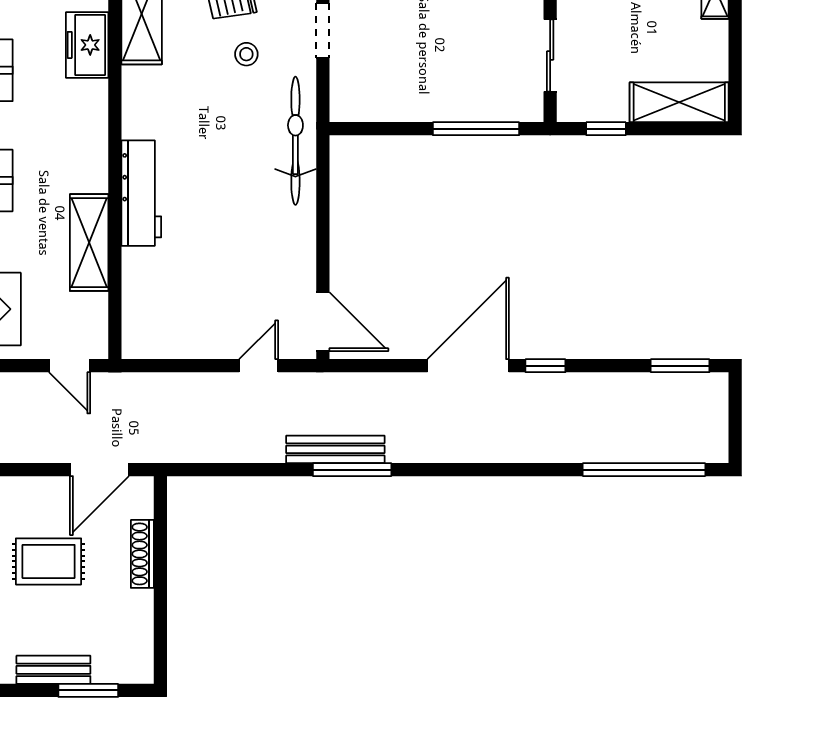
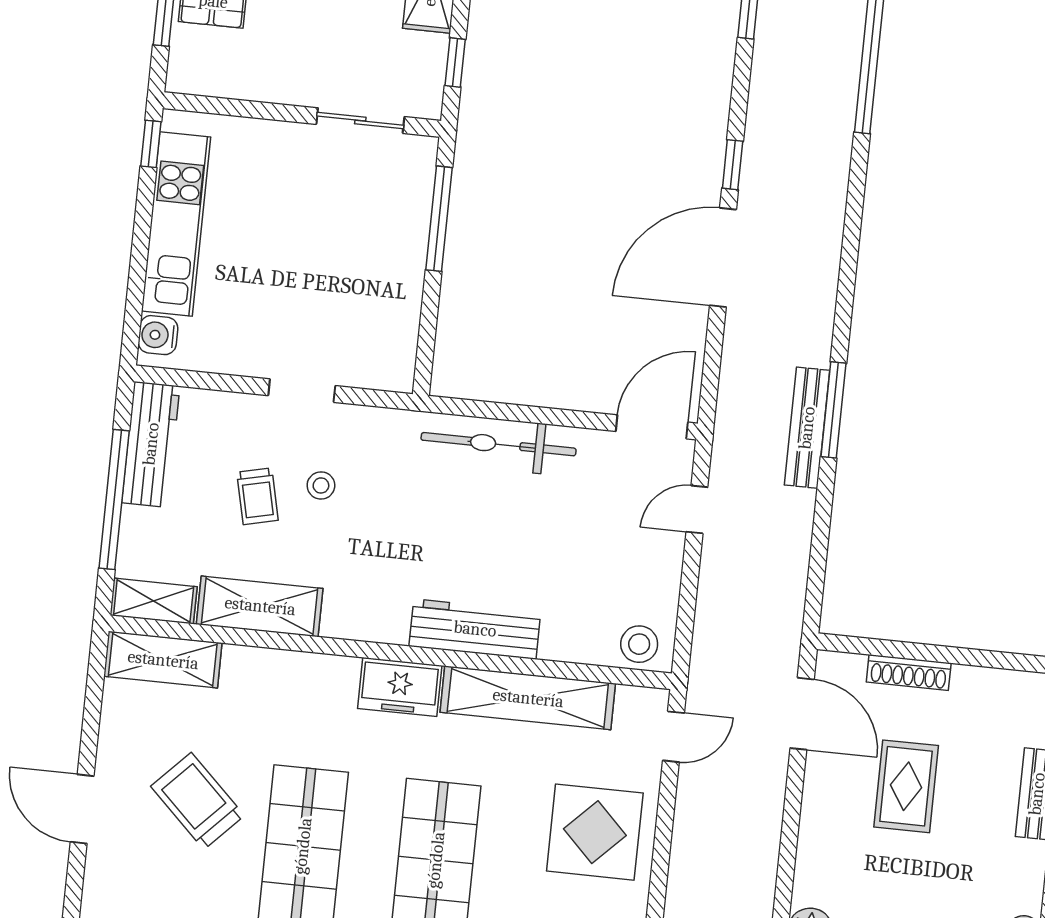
freezer: (87, 45) -> (400, 687), moved
bicycle: (295, 141) -> (499, 444), moved
shelving: (89, 243) -> (528, 698), width x1.47
stool: (143, 330) -> (639, 644), added
door: (259, 366) -> (697, 509), hinge flipped
door: (468, 366) -> (723, 258), hinge flipped

